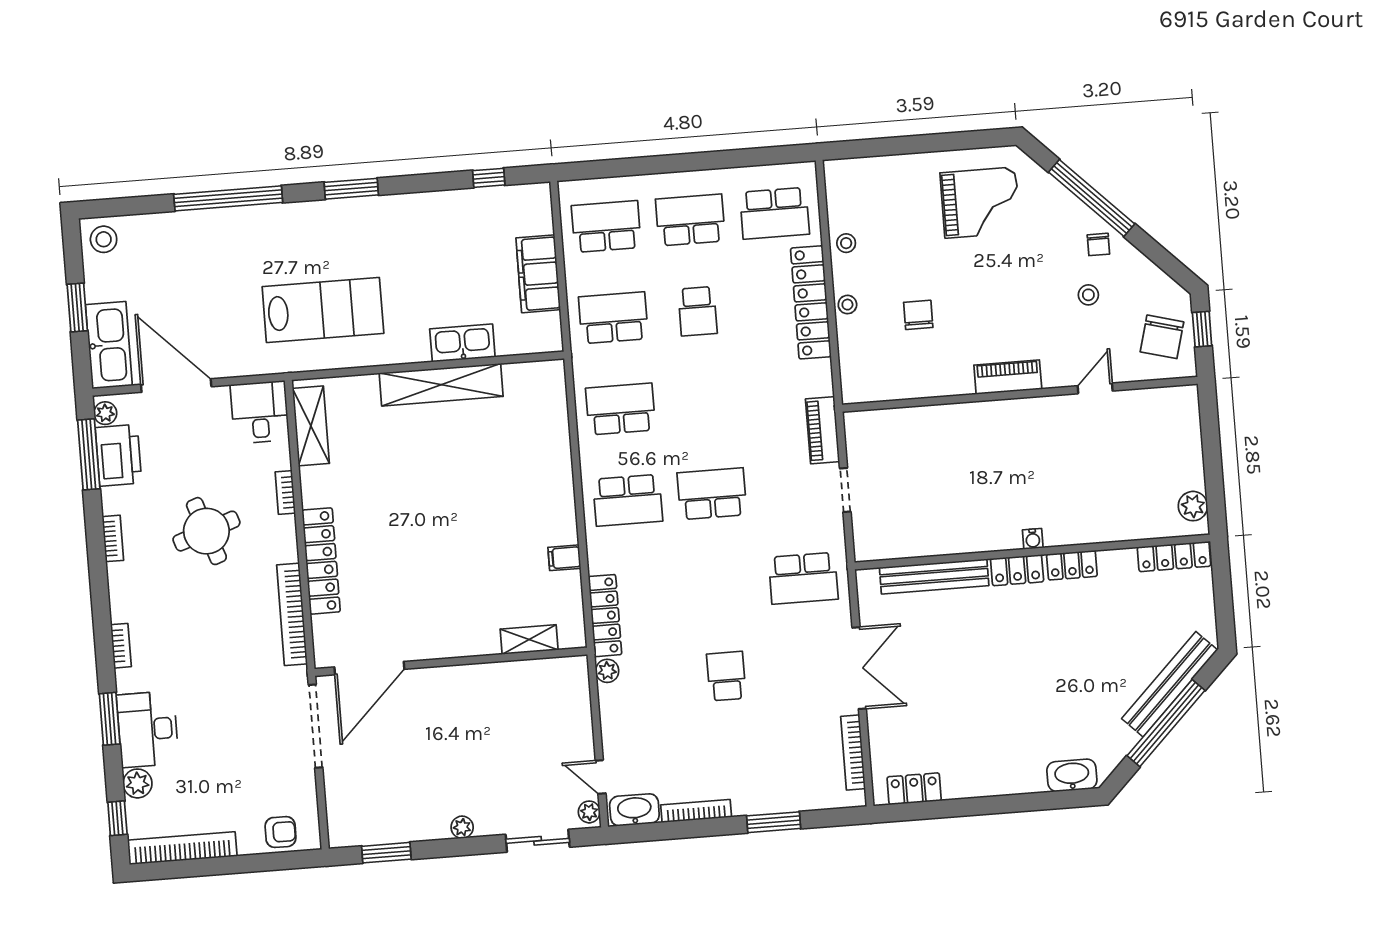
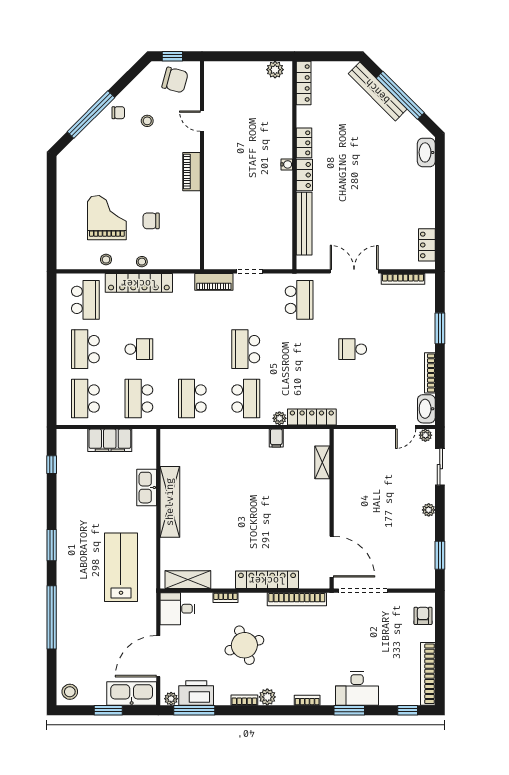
grand piano: (980, 203) -> (107, 218), moved
plant: (607, 671) -> (279, 418), moved
plant: (137, 783) -> (267, 697), moved

